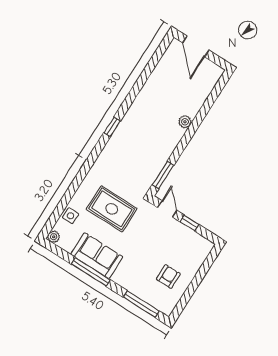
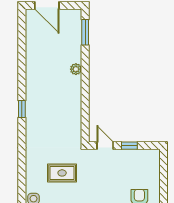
window: (163, 175) -> (85, 32), moved
rug: (112, 209) -> (62, 173), width x0.73, depth x0.70

